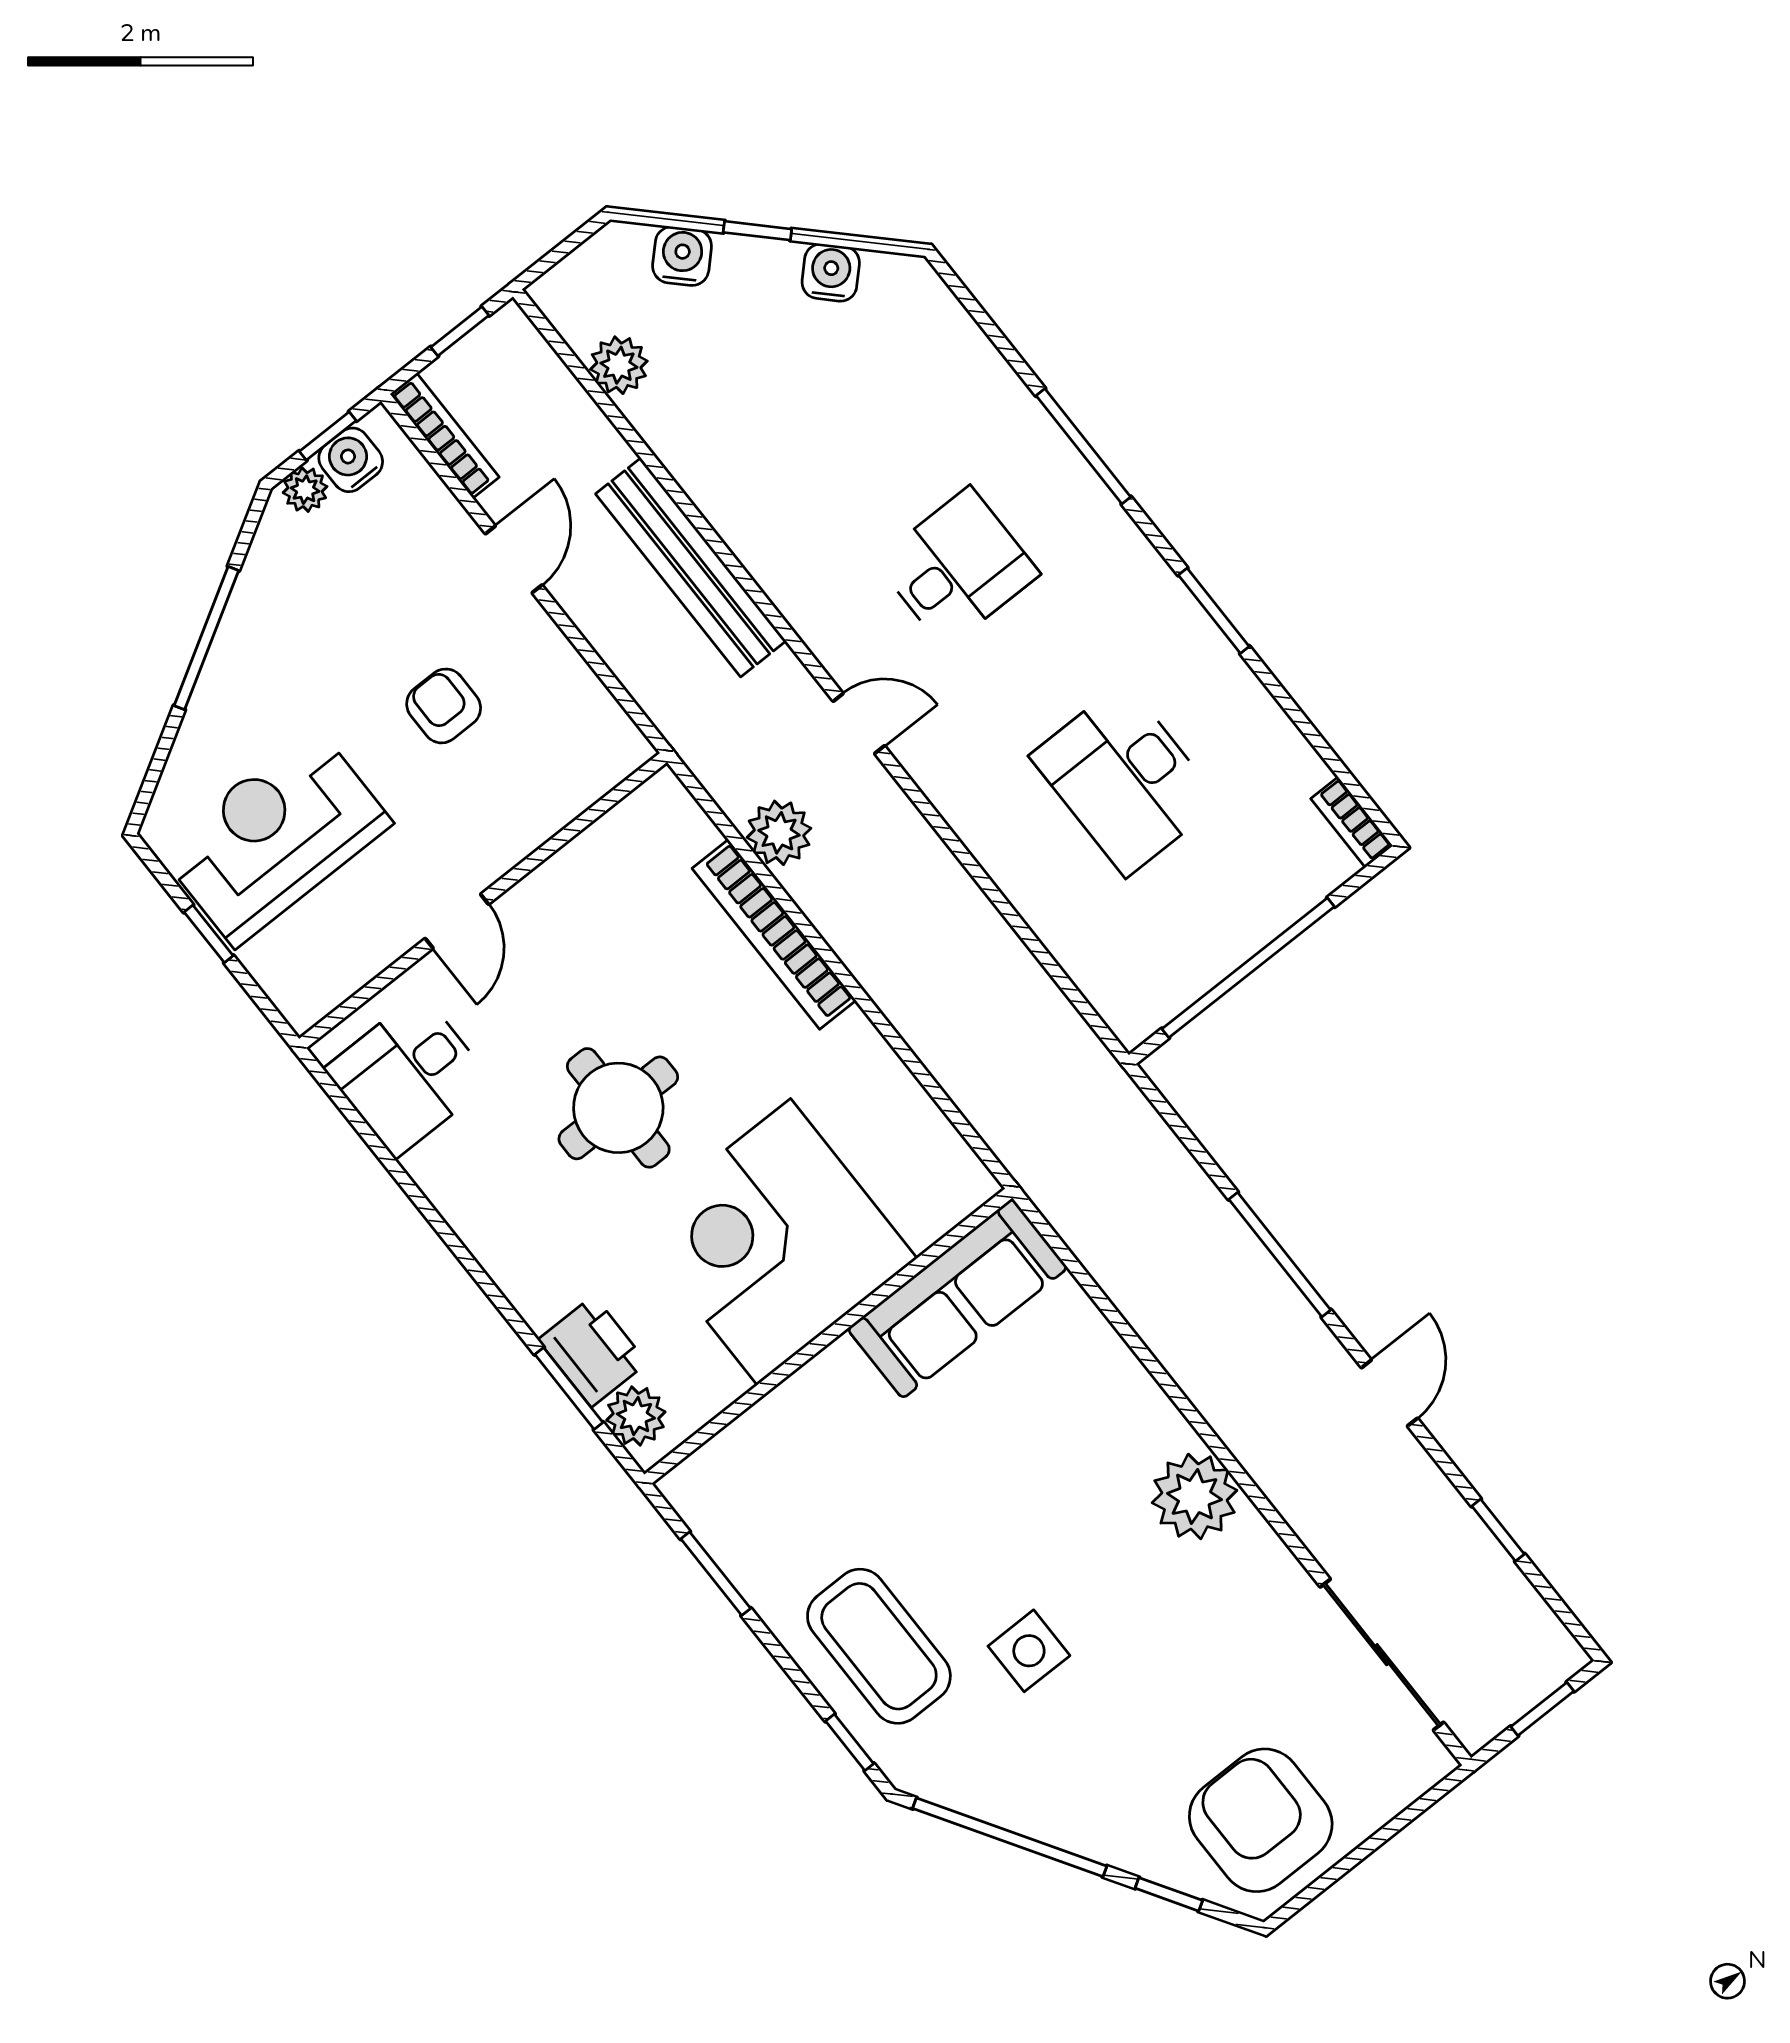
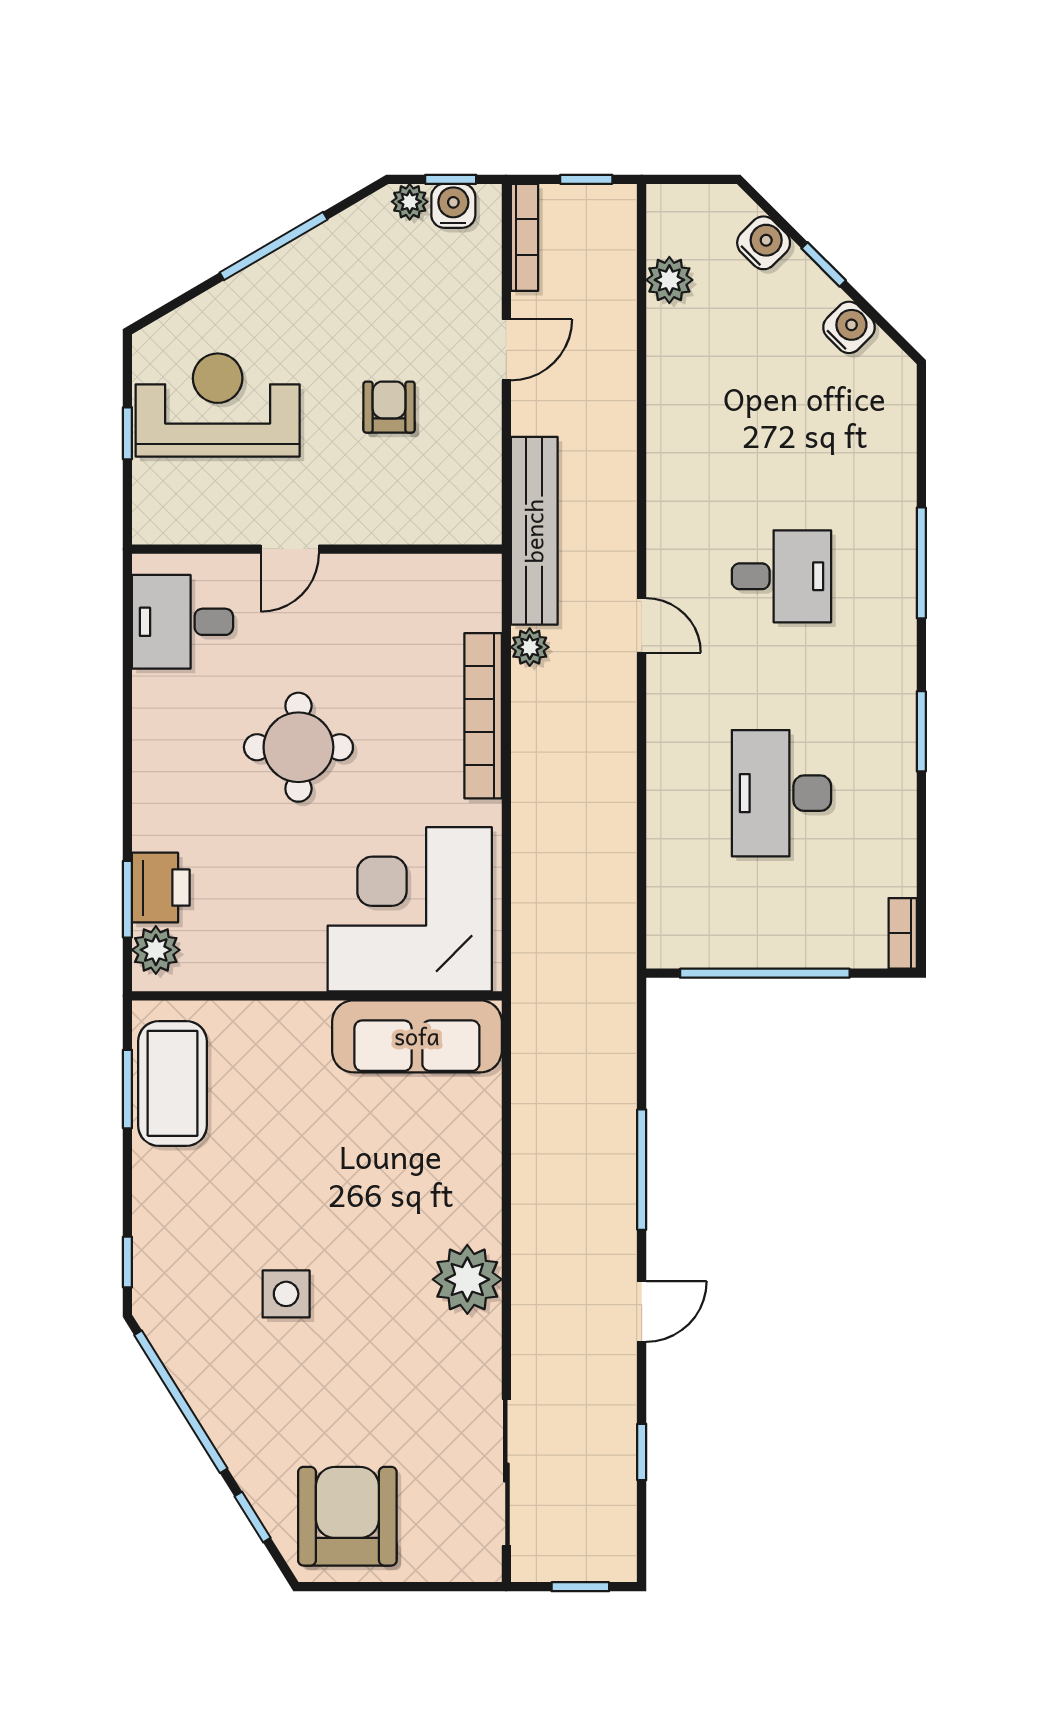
bench: (691, 567) -> (534, 531), moved
plant: (779, 833) -> (530, 647), width x0.73, depth x0.73
corner desk: (774, 1242) -> (410, 909), moved
coffee table: (879, 1646) -> (172, 1083), moved

